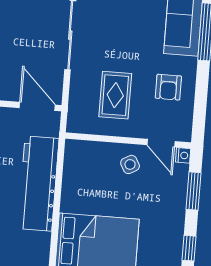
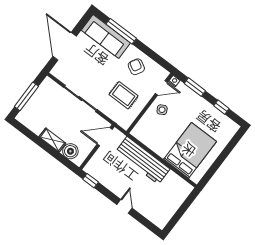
armchair: (168, 87) -> (136, 67), turned -151

